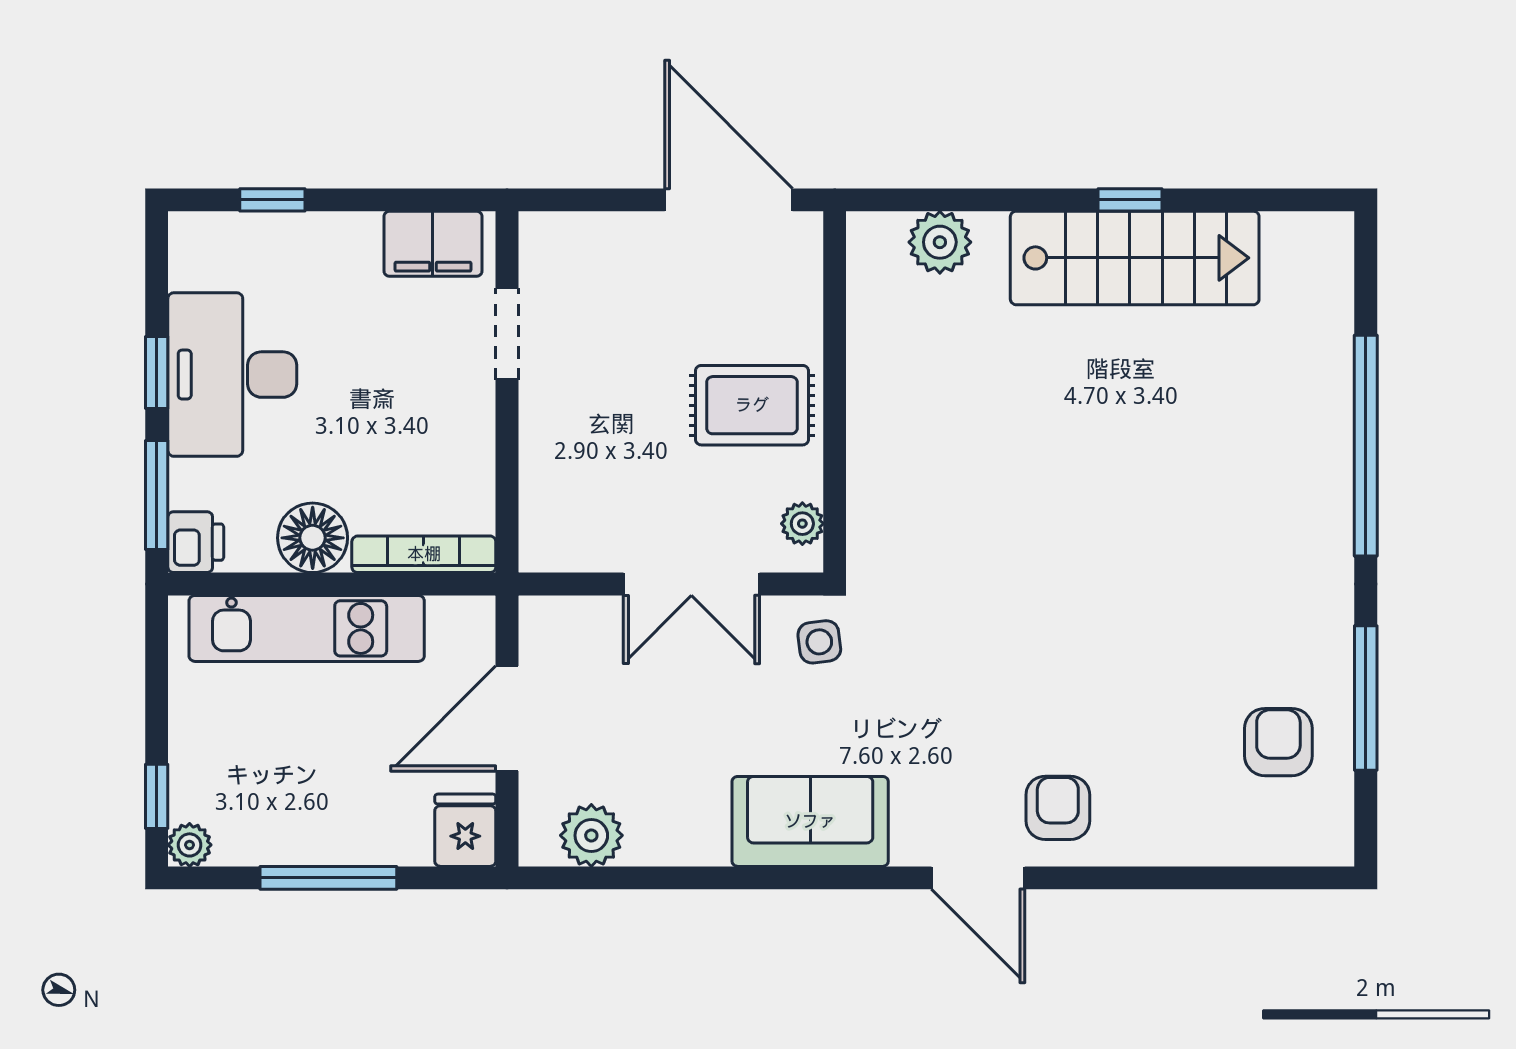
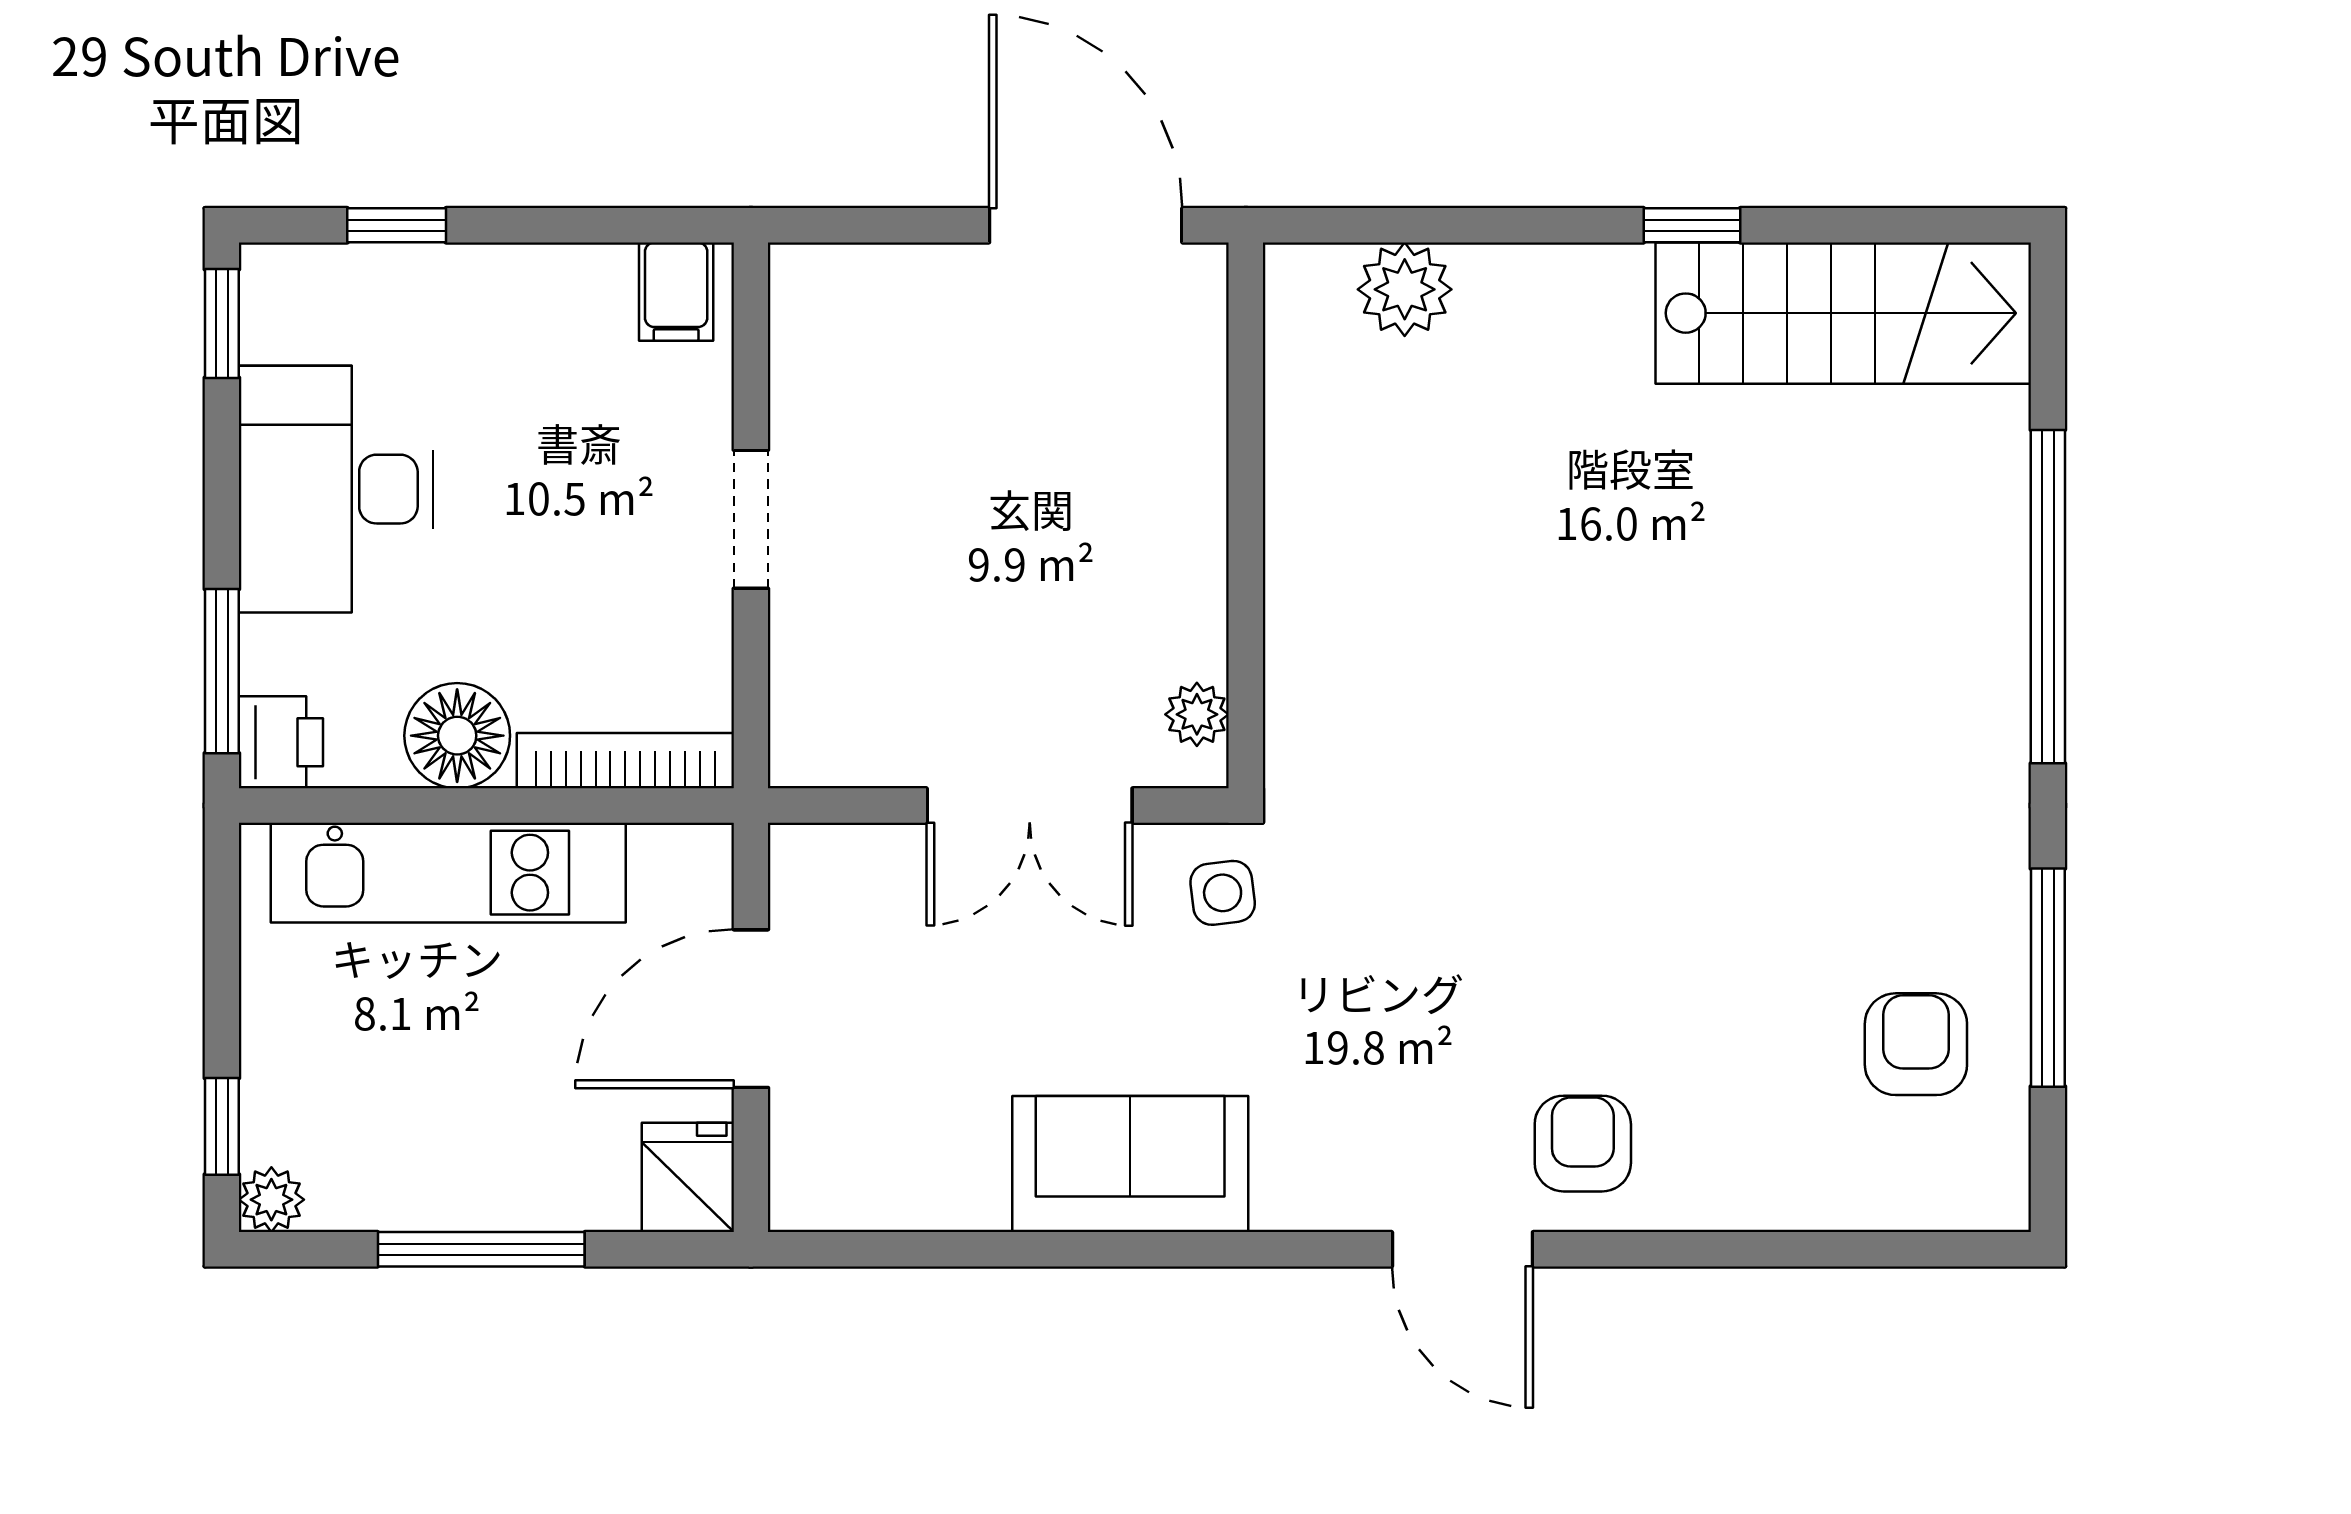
filing cabinet: (433, 244) -> (676, 292), width x0.50
stairs: (1135, 258) -> (1843, 313), moved
doorway: (507, 334) -> (751, 519), moved
window: (157, 373) -> (222, 323), moved
rug: (752, 405) -> (1121, 535), removed
sofa: (810, 821) -> (1130, 1164), moved
plant: (591, 835) -> (878, 1185), removed

